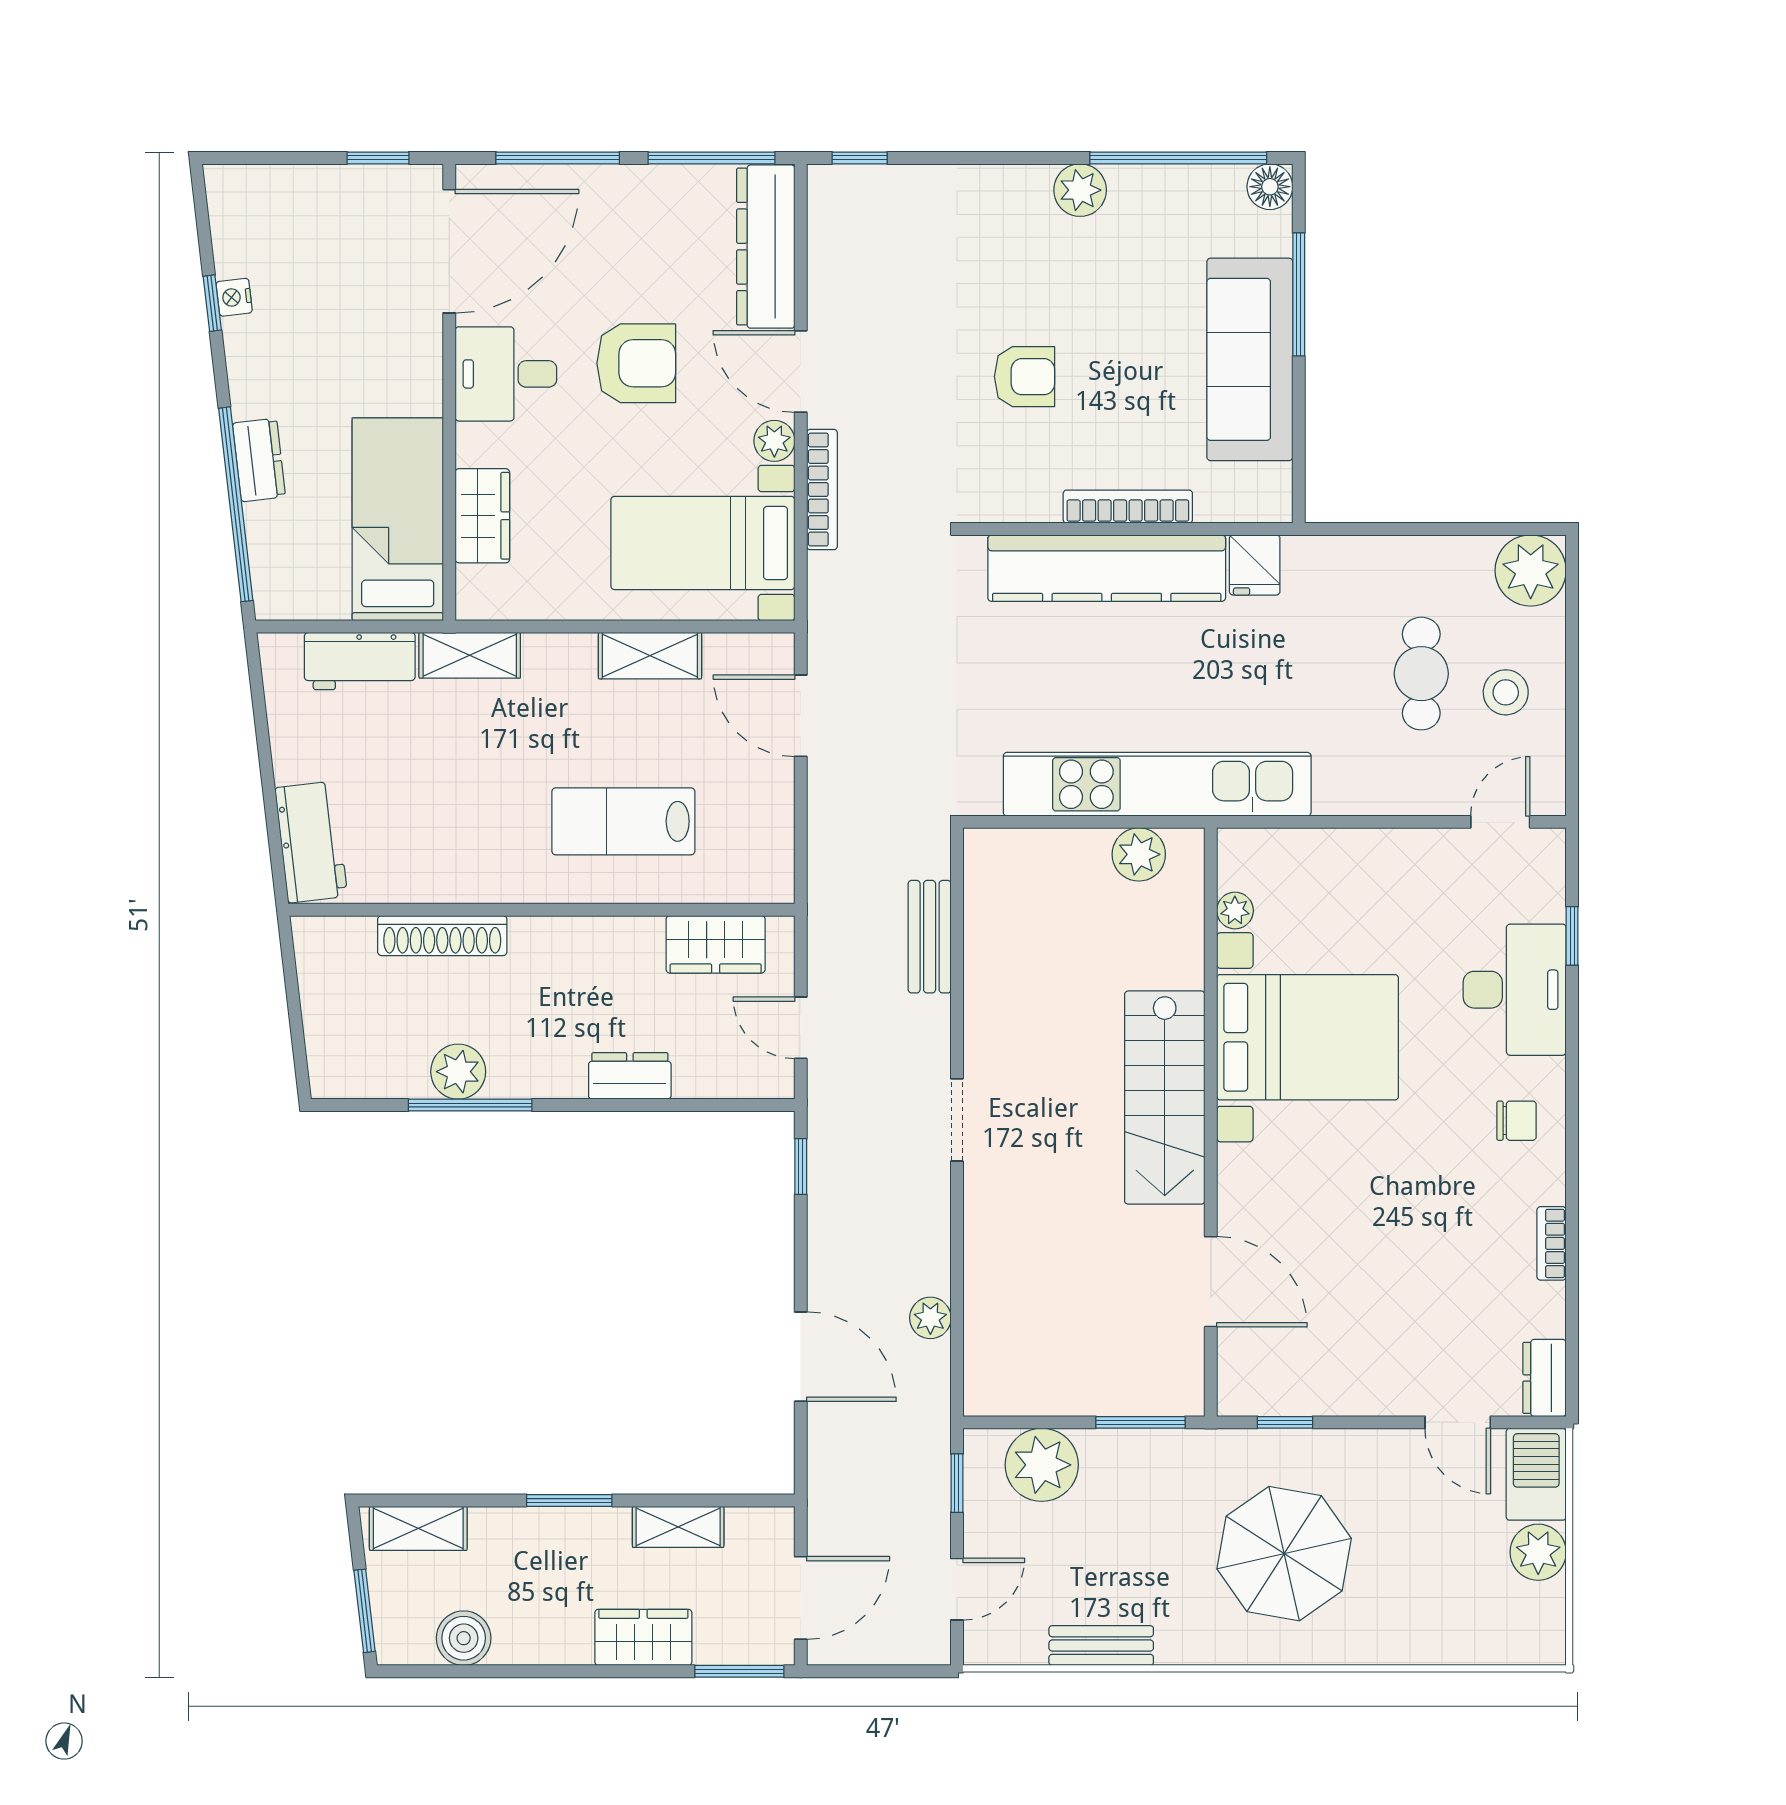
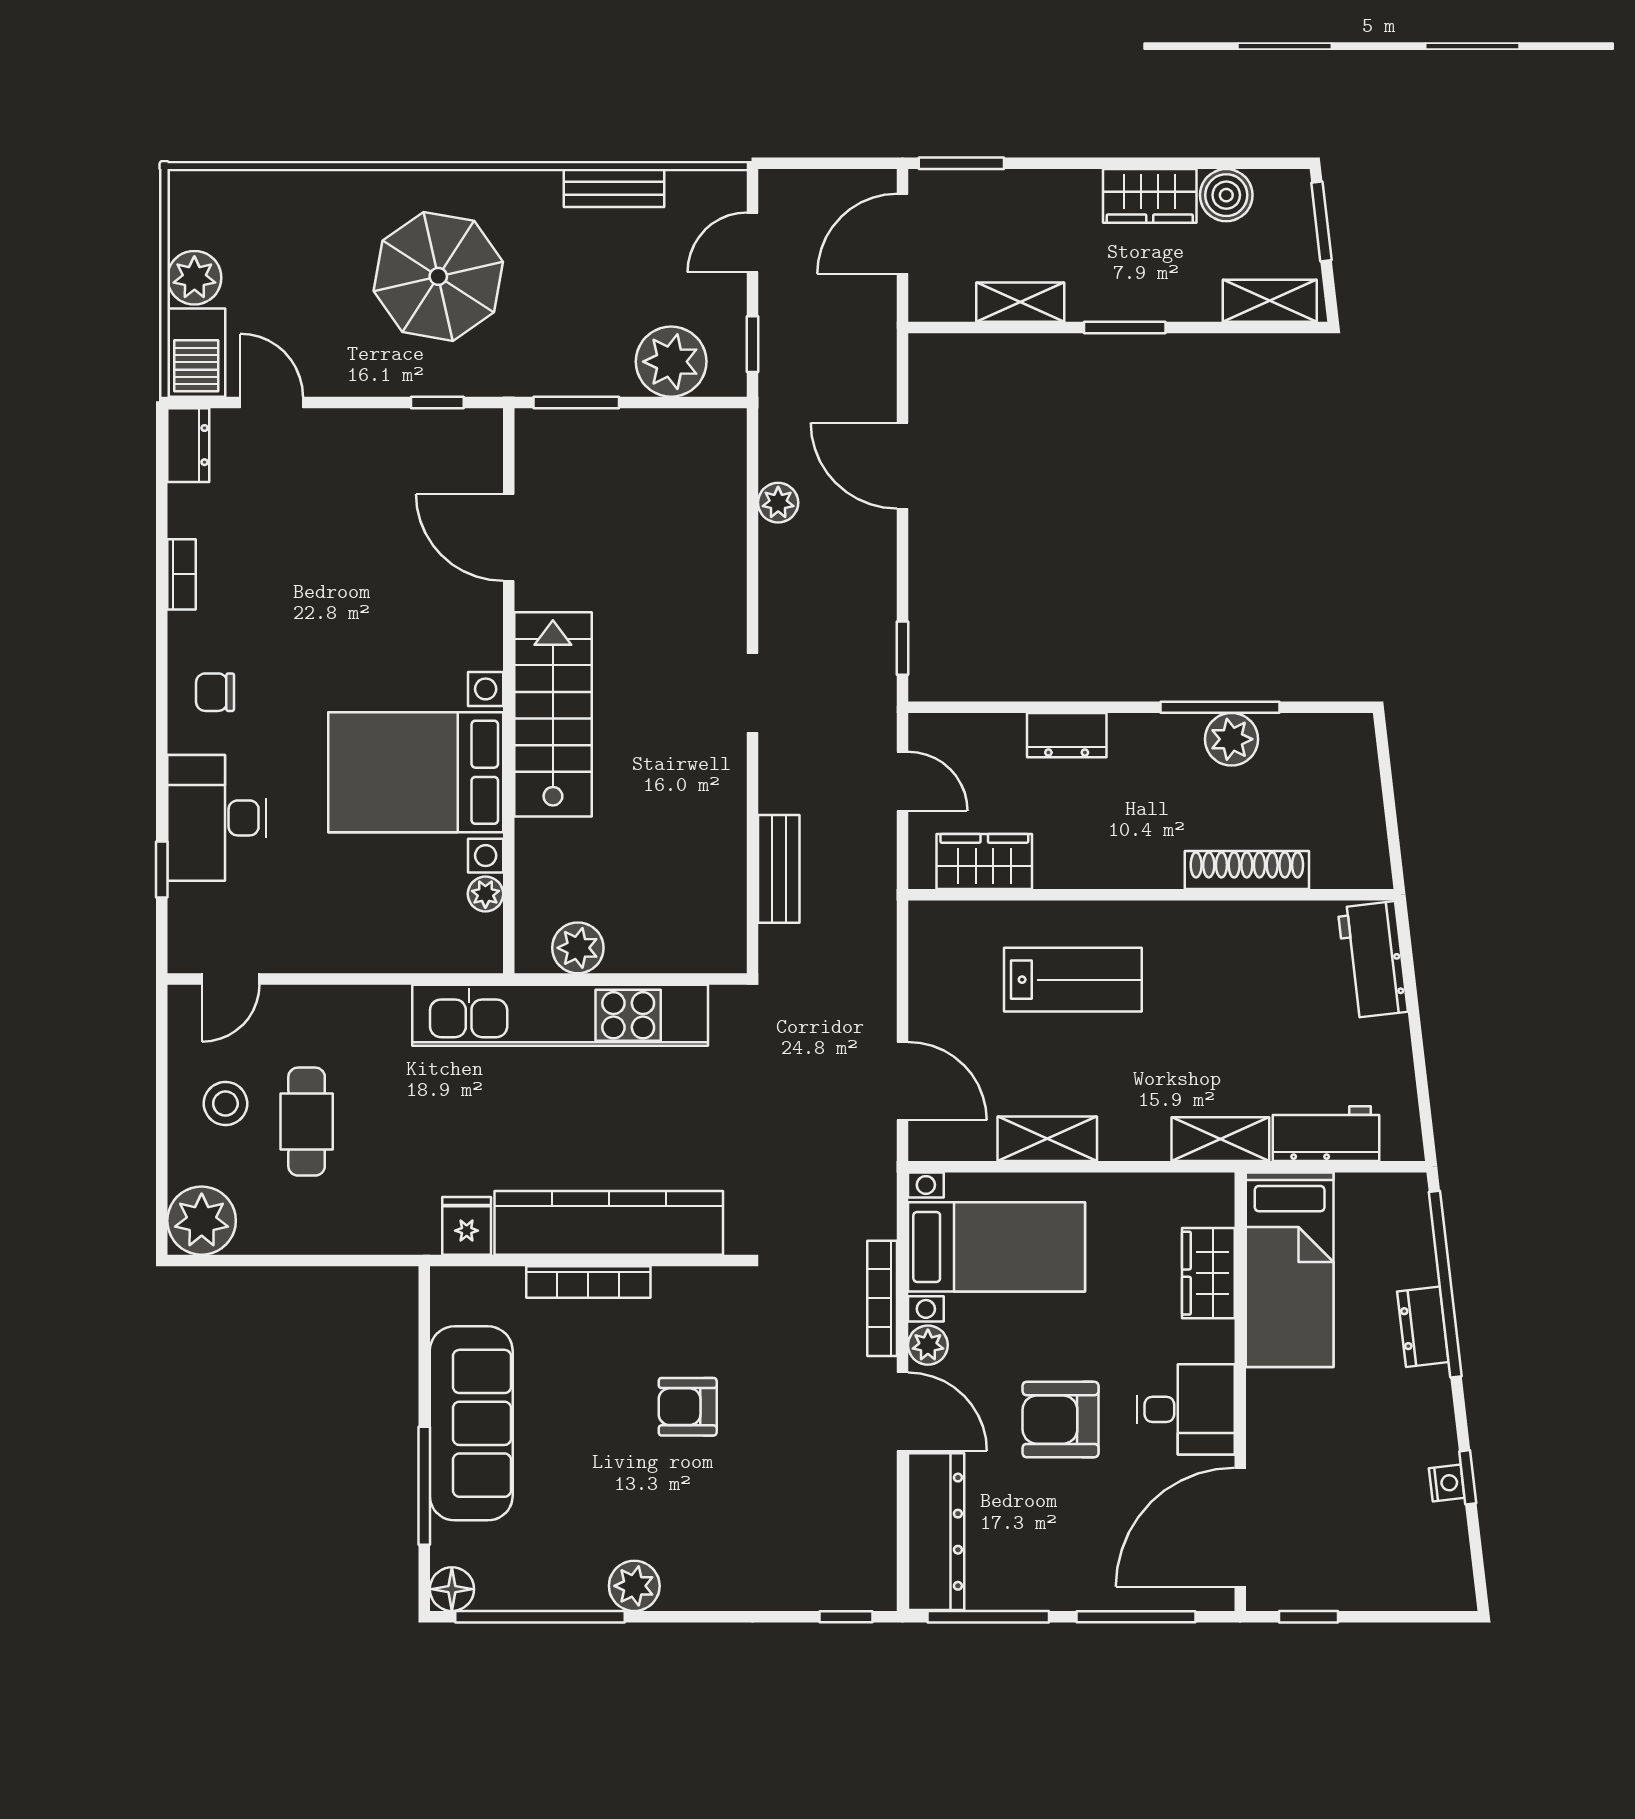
wardrobe: (643, 1637) -> (1150, 196), moved

